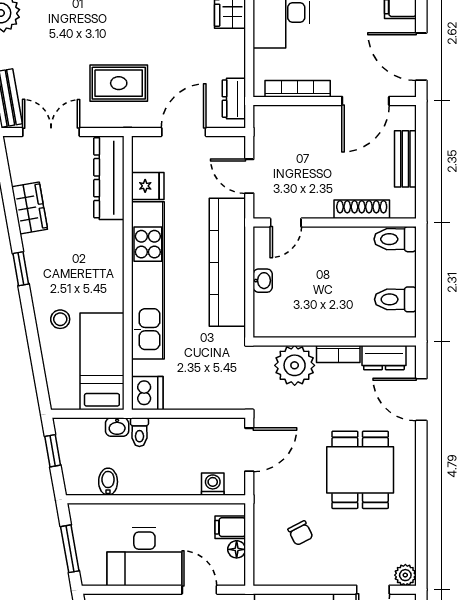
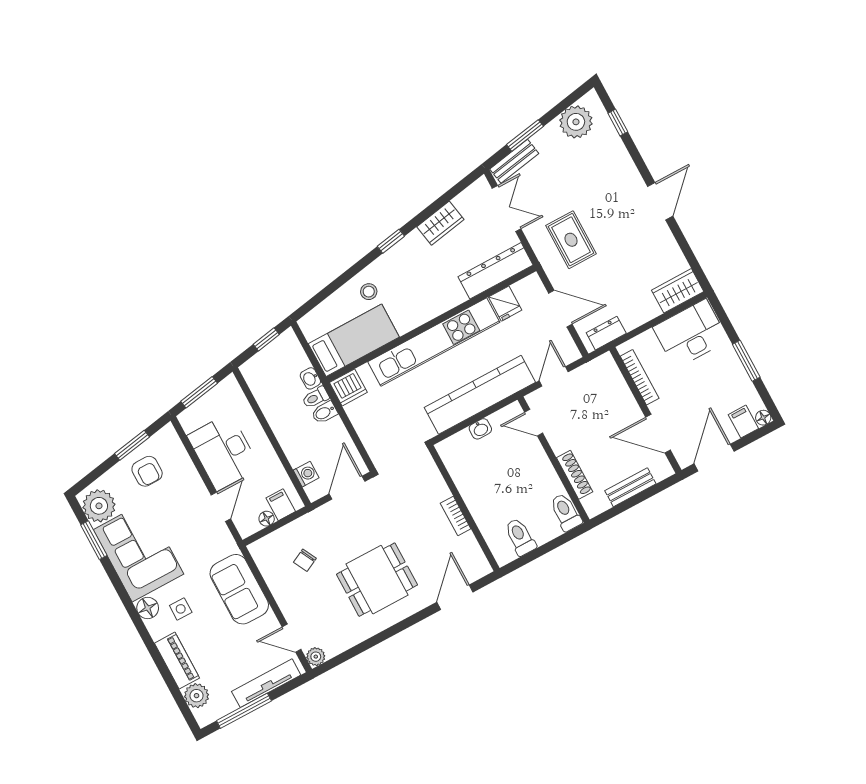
dresser: (384, 358) -> (471, 552), removed
plant: (295, 365) -> (429, 487), removed
door: (249, 450) -> (347, 488), swing flipped
bidet: (108, 482) -> (324, 412), moved, turned 180

